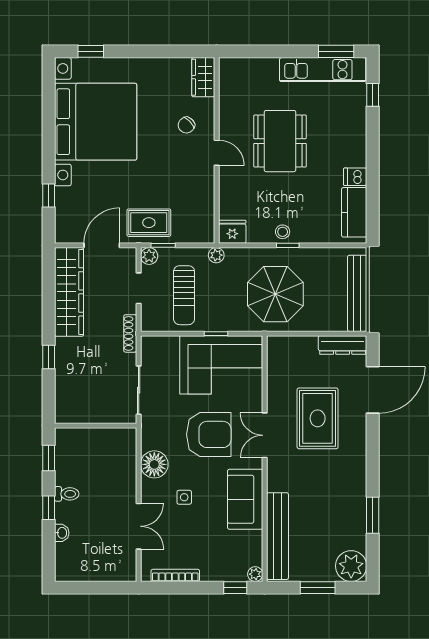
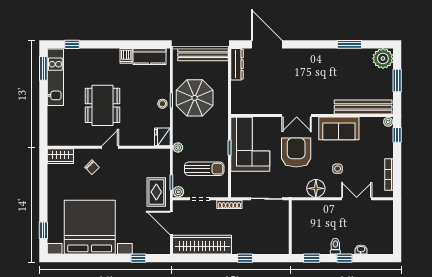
dining table: (280, 141) -> (102, 105), turned 90
parasol: (275, 294) -> (195, 98), moved
rug: (318, 418) -> (285, 81), removed

